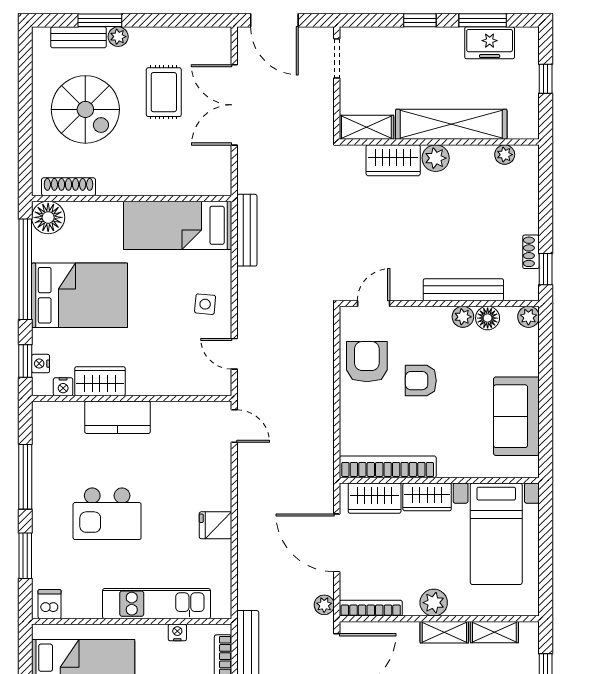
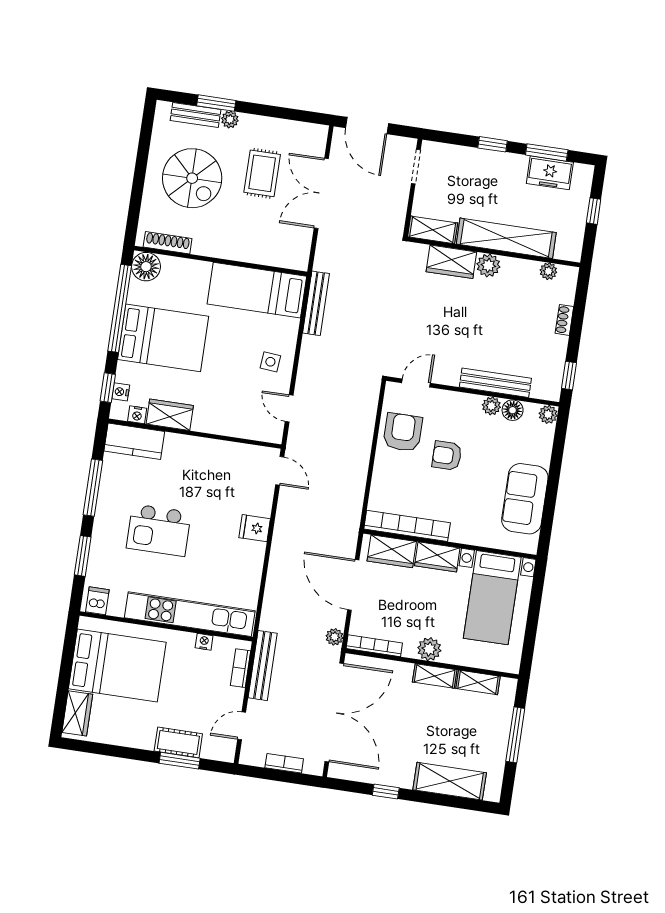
shoe rack: (531, 252) -> (564, 320), moved
kitchen counter: (118, 417) -> (134, 441), moved
fridge: (215, 525) -> (255, 528), moved
kitchen unit: (156, 604) -> (190, 614), width x1.36

